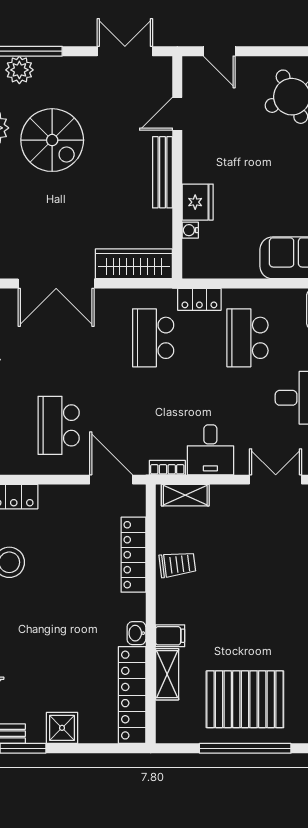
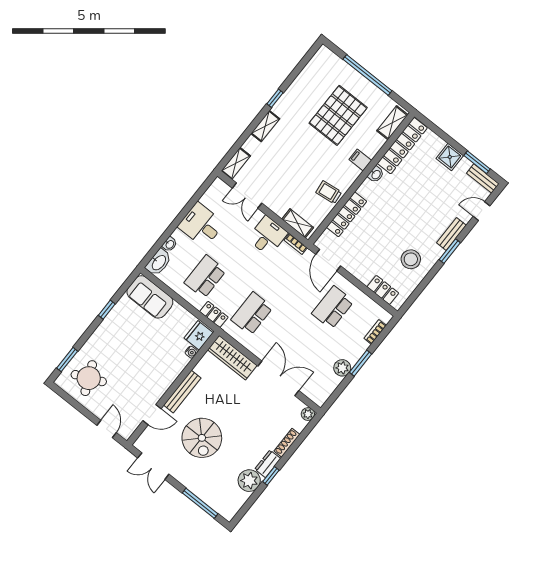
plant: (19, 70) -> (213, 498), removed
spiral stairs: (52, 140) -> (202, 438), moved, turned 180
fridge: (198, 202) -> (199, 335), moved
school desk: (153, 338) -> (252, 314), turned 180
school desk: (248, 338) -> (205, 277), turned 180
school desk: (59, 425) -> (333, 307), turned 180
shelving: (167, 674) -> (392, 123), moved
pallet: (245, 699) -> (338, 115), moved, turned 90

